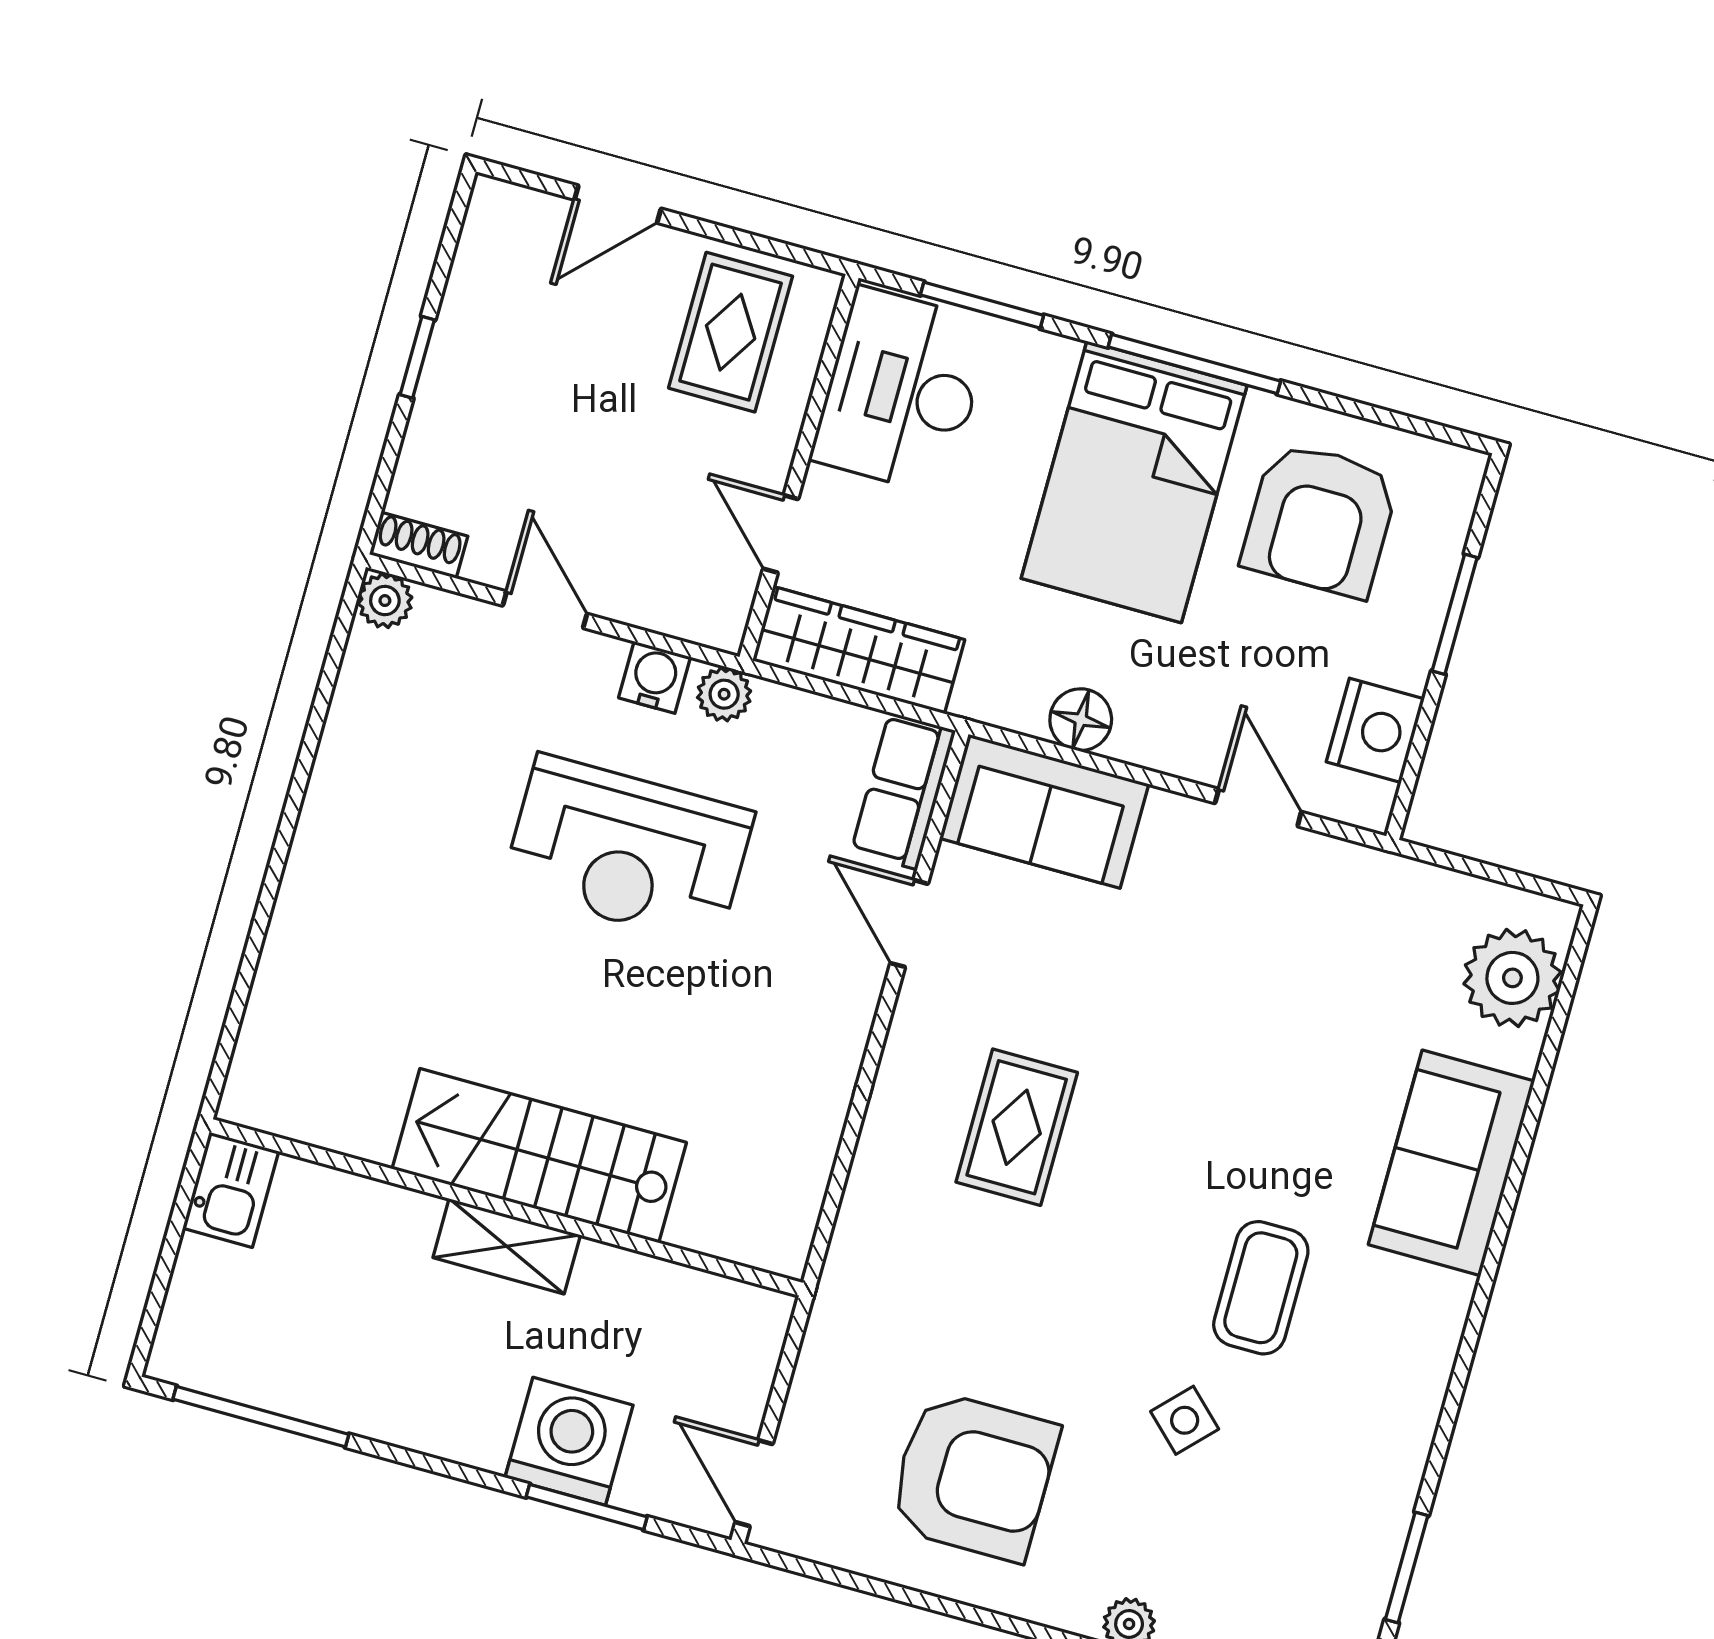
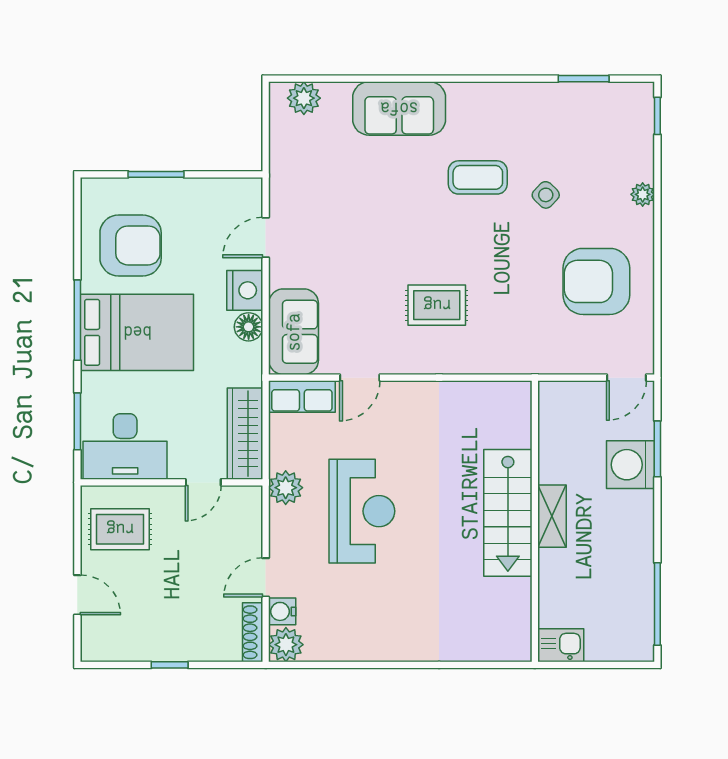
shoe rack: (419, 545) -> (253, 632), width x1.43
plant: (385, 601) -> (286, 645), width x1.38, depth x1.38
water cooler: (654, 677) -> (282, 611), moved
plant: (724, 694) -> (286, 488), width x1.38, depth x1.38
nightstand: (1375, 730) -> (245, 290), moved, turned 90
plant: (1512, 978) -> (304, 98), width x0.73, depth x0.73
armchair: (974, 1476) -> (596, 281), turned -90

